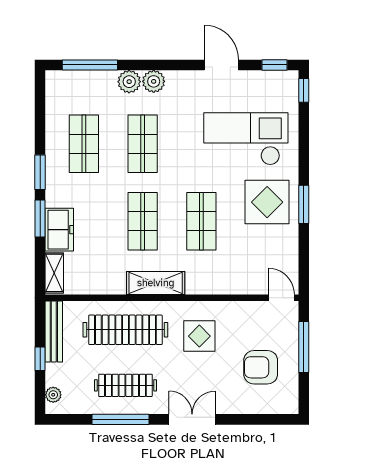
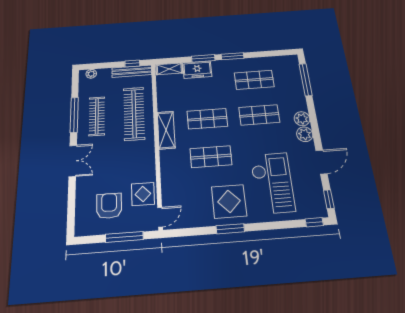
plant: (129, 82) -> (305, 134), moved
display table: (199, 336) -> (143, 194), moved
window: (40, 359) -> (132, 63), moved

